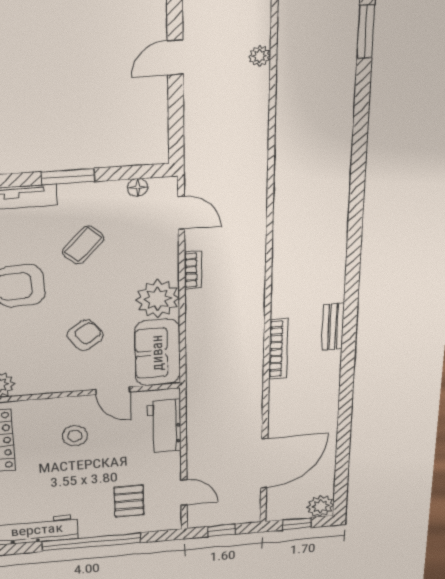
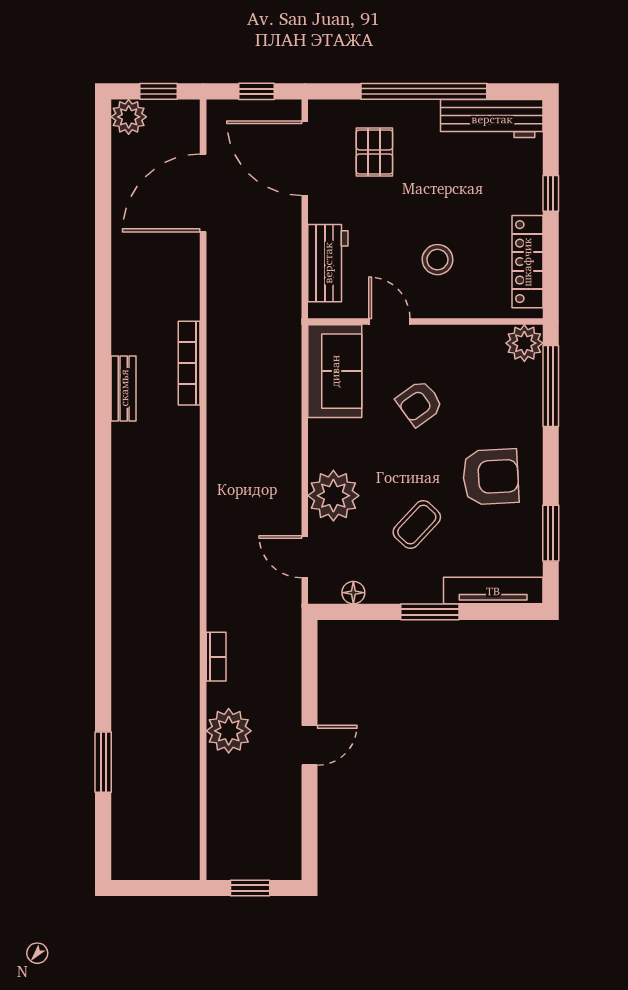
plant: (260, 56) -> (229, 731), width x1.88, depth x1.88
bookcase: (193, 270) -> (216, 657), moved, turned 180
plant: (158, 299) -> (333, 496), moved
door: (184, 492) -> (305, 158), width x1.87

